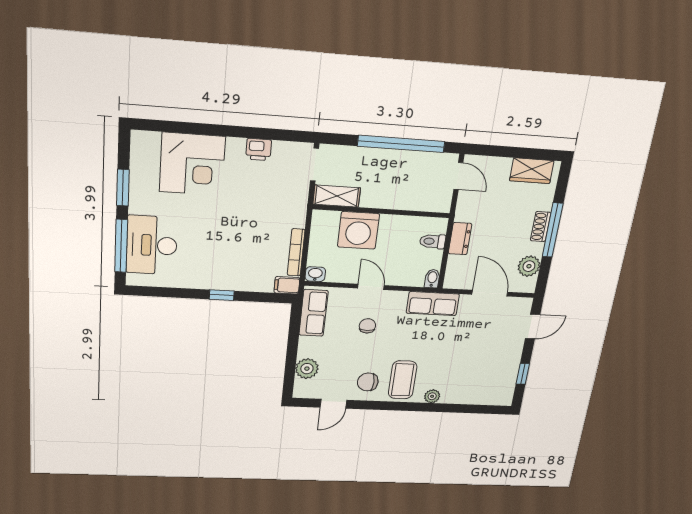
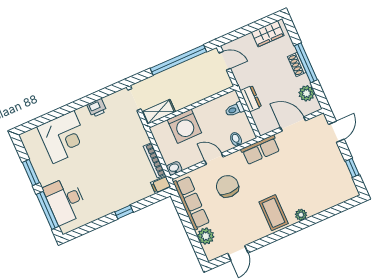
bidet: (432, 279) -> (236, 139), moved
row of seats: (313, 313) -> (191, 203), width x1.48
chair: (367, 326) -> (227, 186), width x1.87, depth x1.87
chair: (368, 382) -> (251, 226), removed

